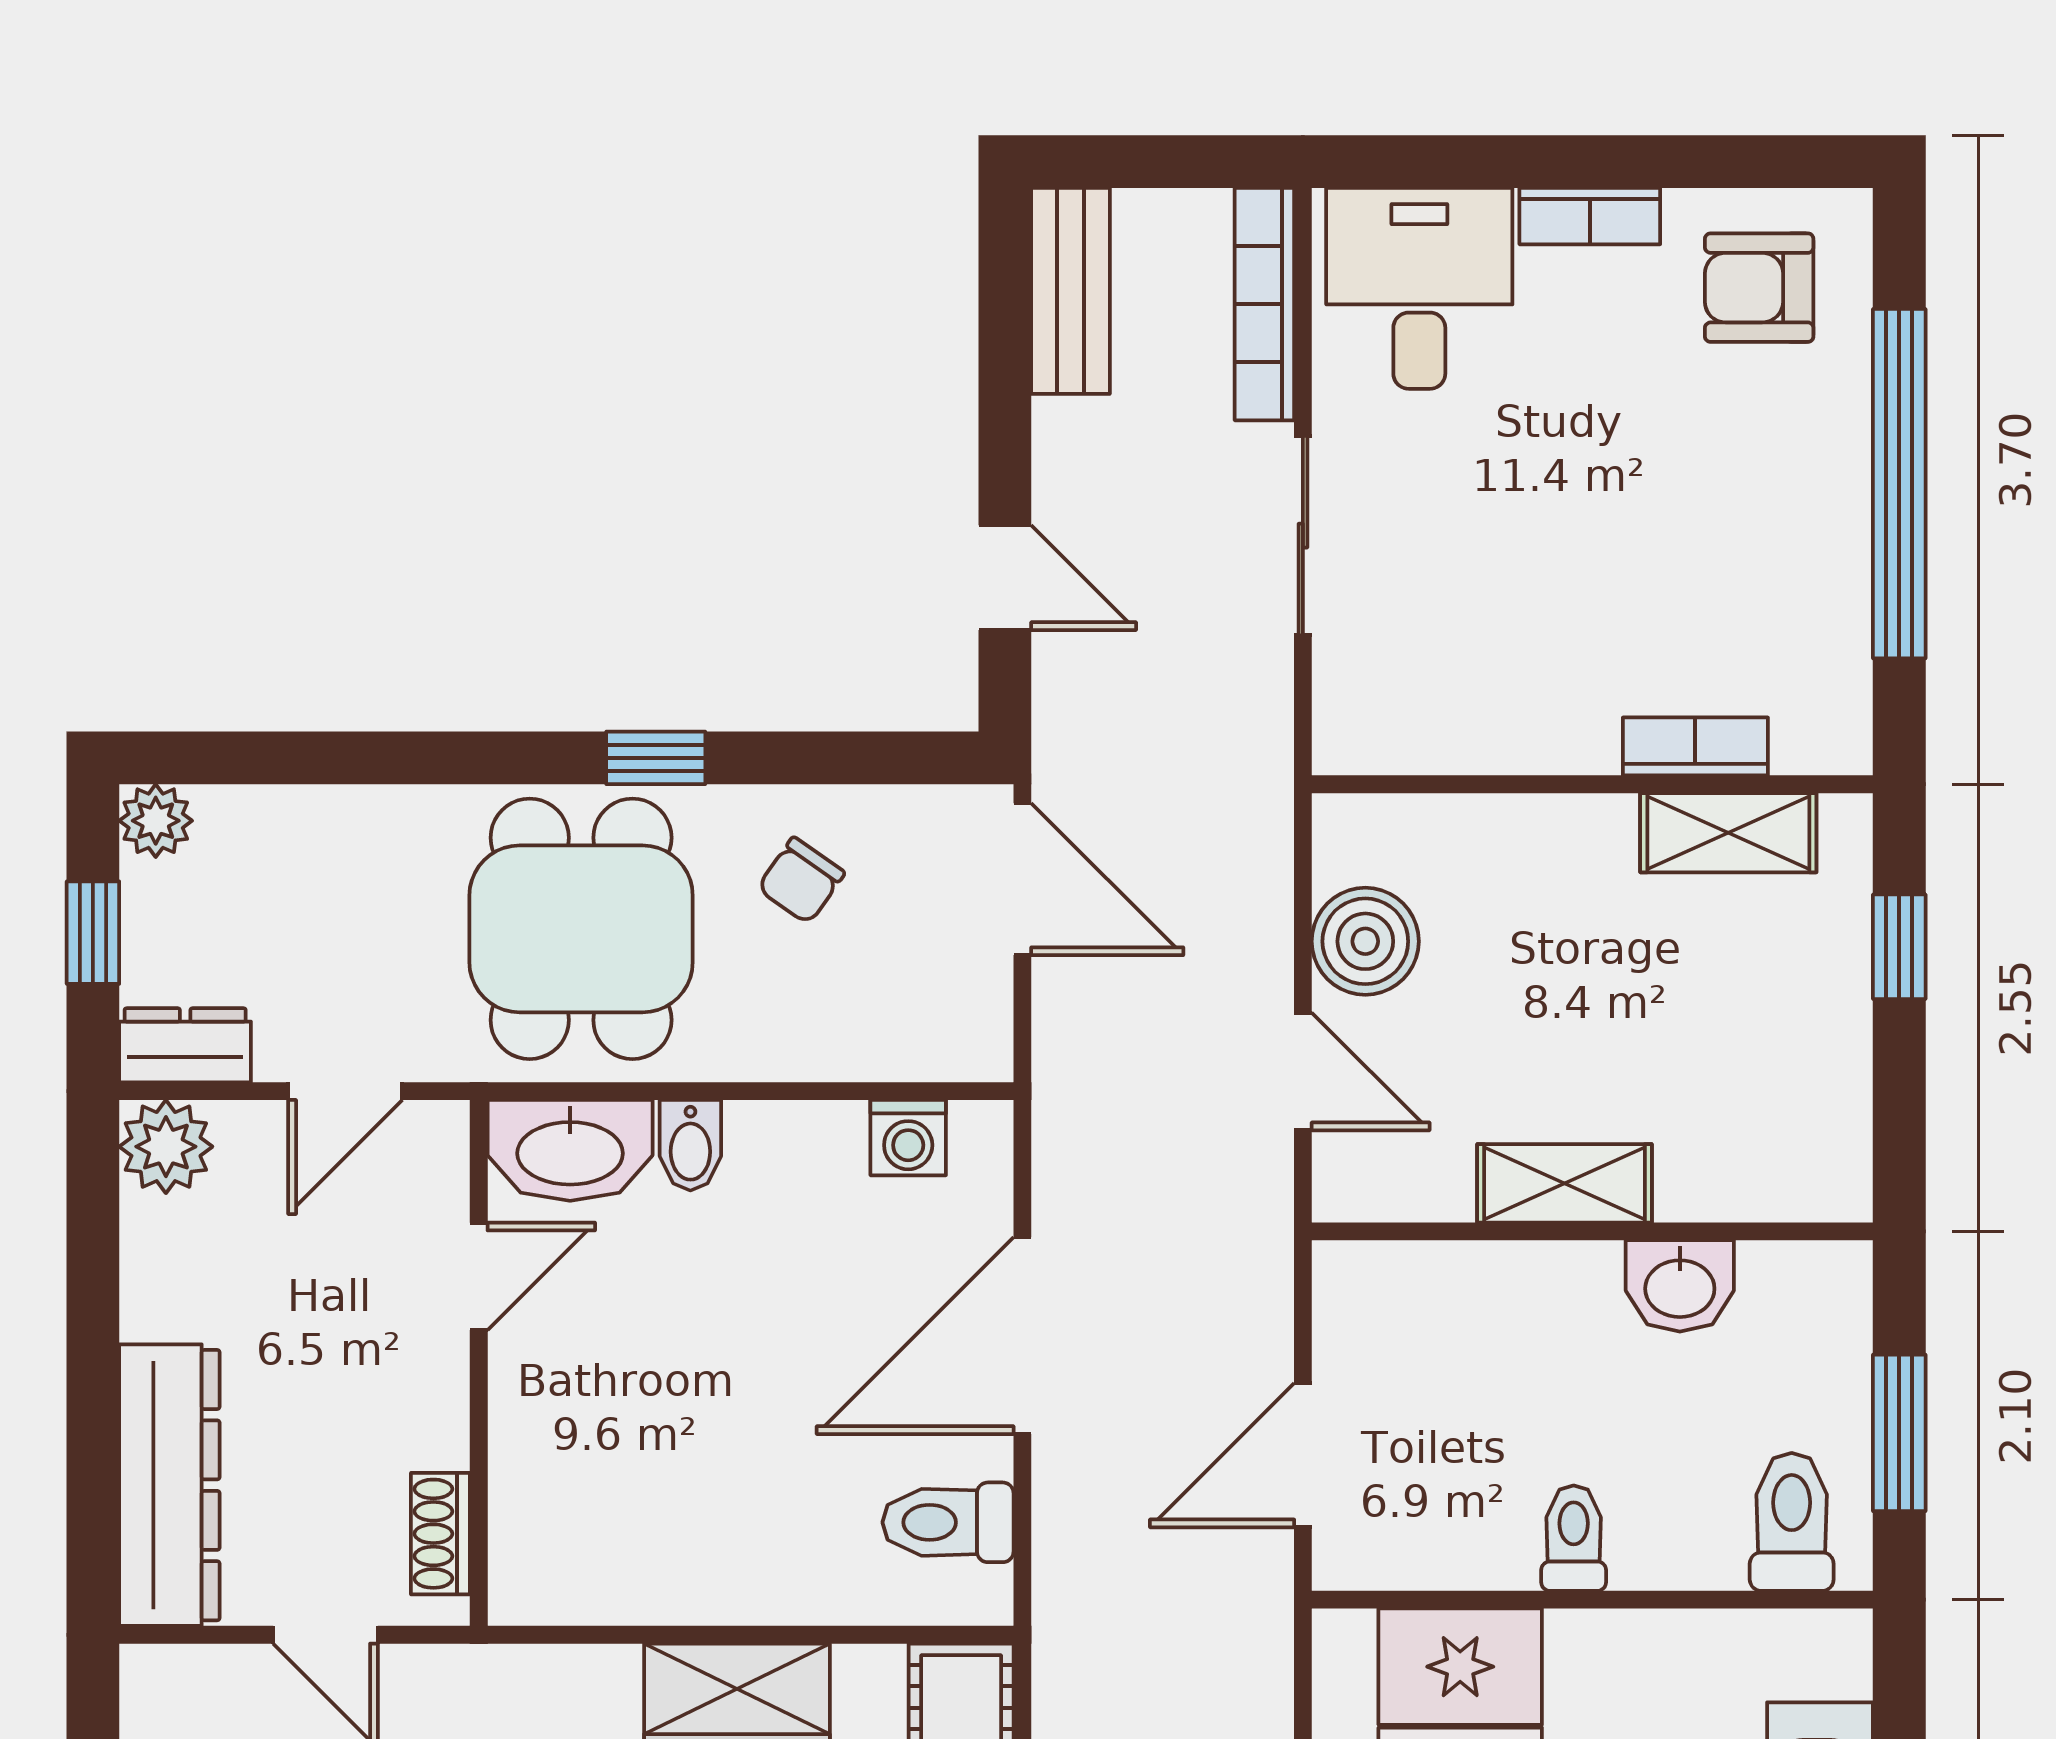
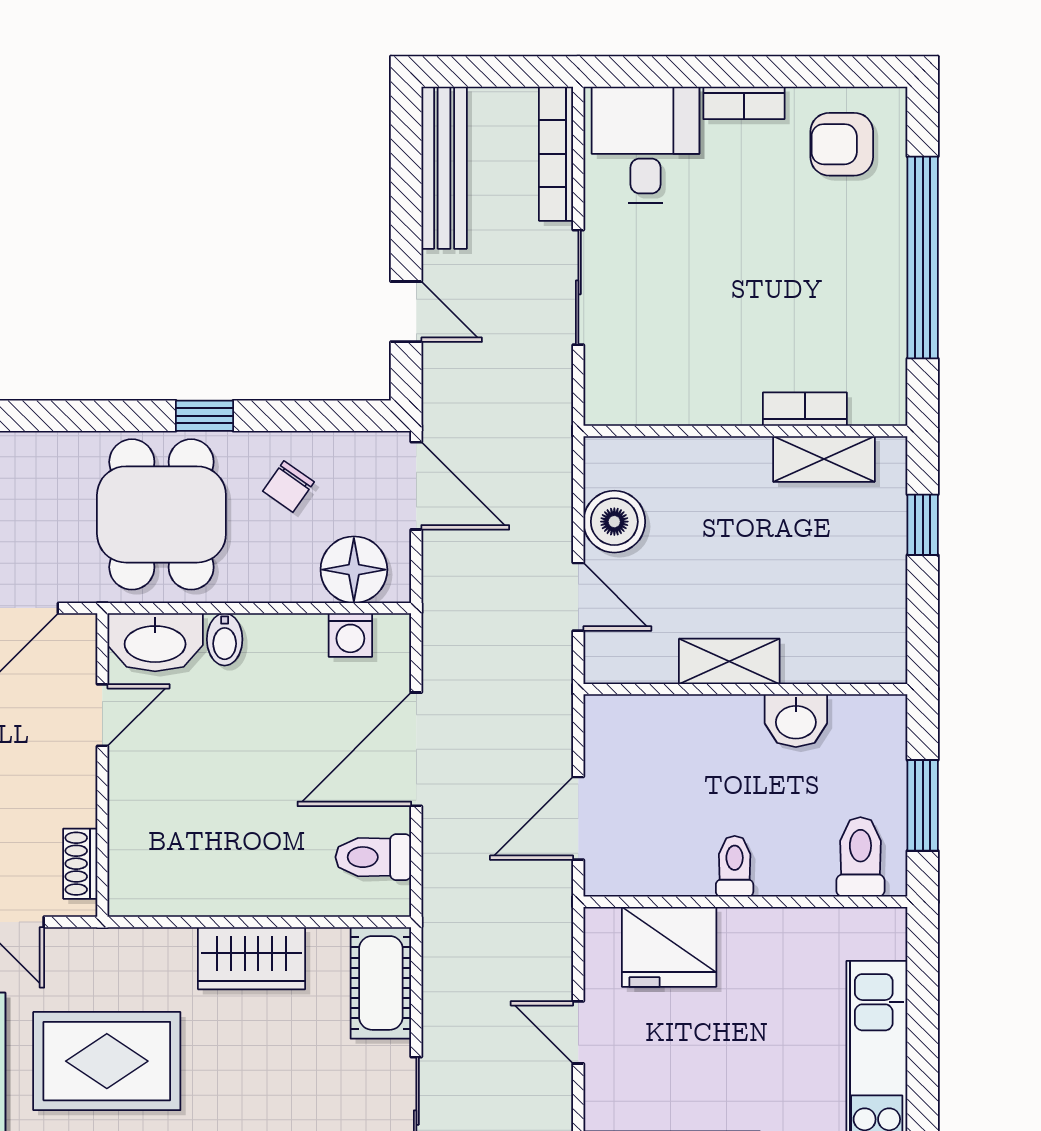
bench: (1070, 291) -> (444, 168), width x1.36
floor lamp: (914, 1025) -> (354, 570), added

